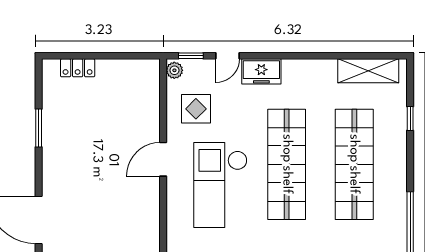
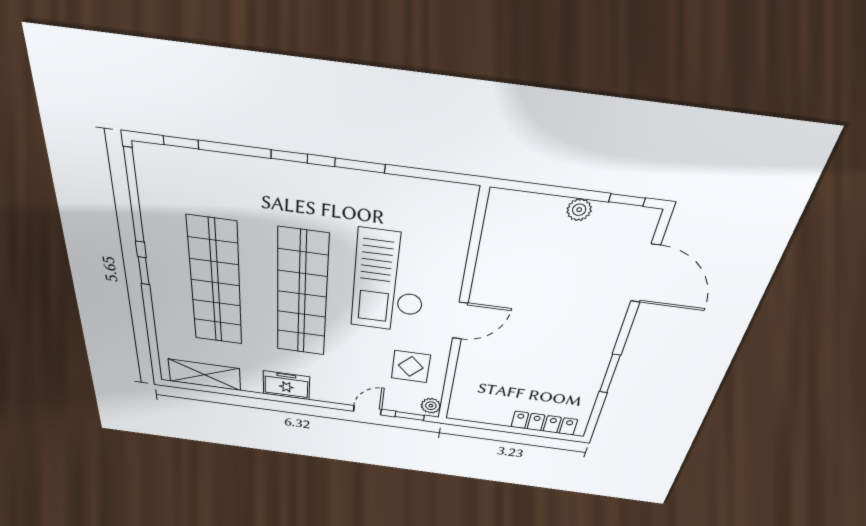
locker: (78, 68) -> (544, 423), width x1.53
freezer: (261, 71) -> (286, 385), moved
window: (410, 119) -> (144, 271), moved
checkout: (220, 185) -> (390, 282), turned 180

